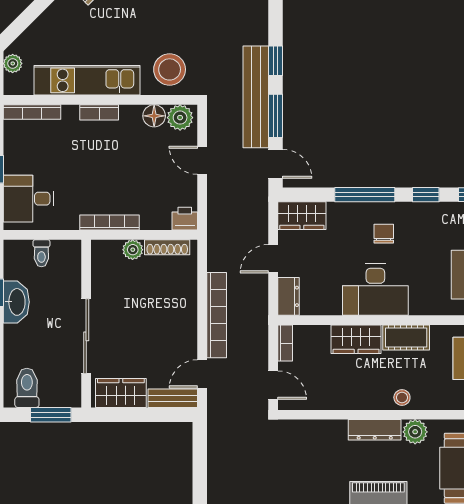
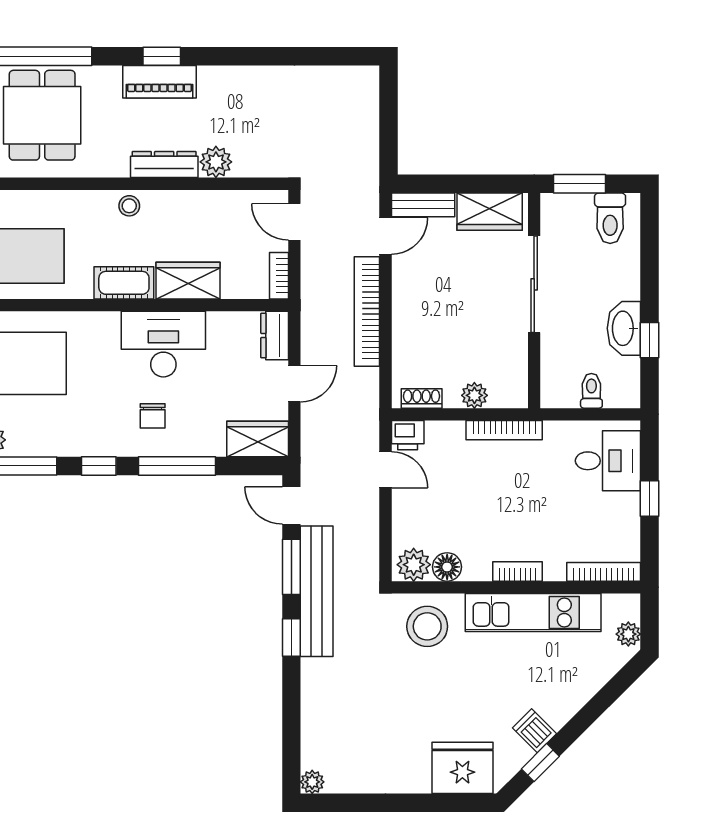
door: (202, 160) -> (385, 470), moved
shoe rack: (167, 247) -> (422, 398), width x0.70
plant: (415, 432) -> (216, 162), moved

